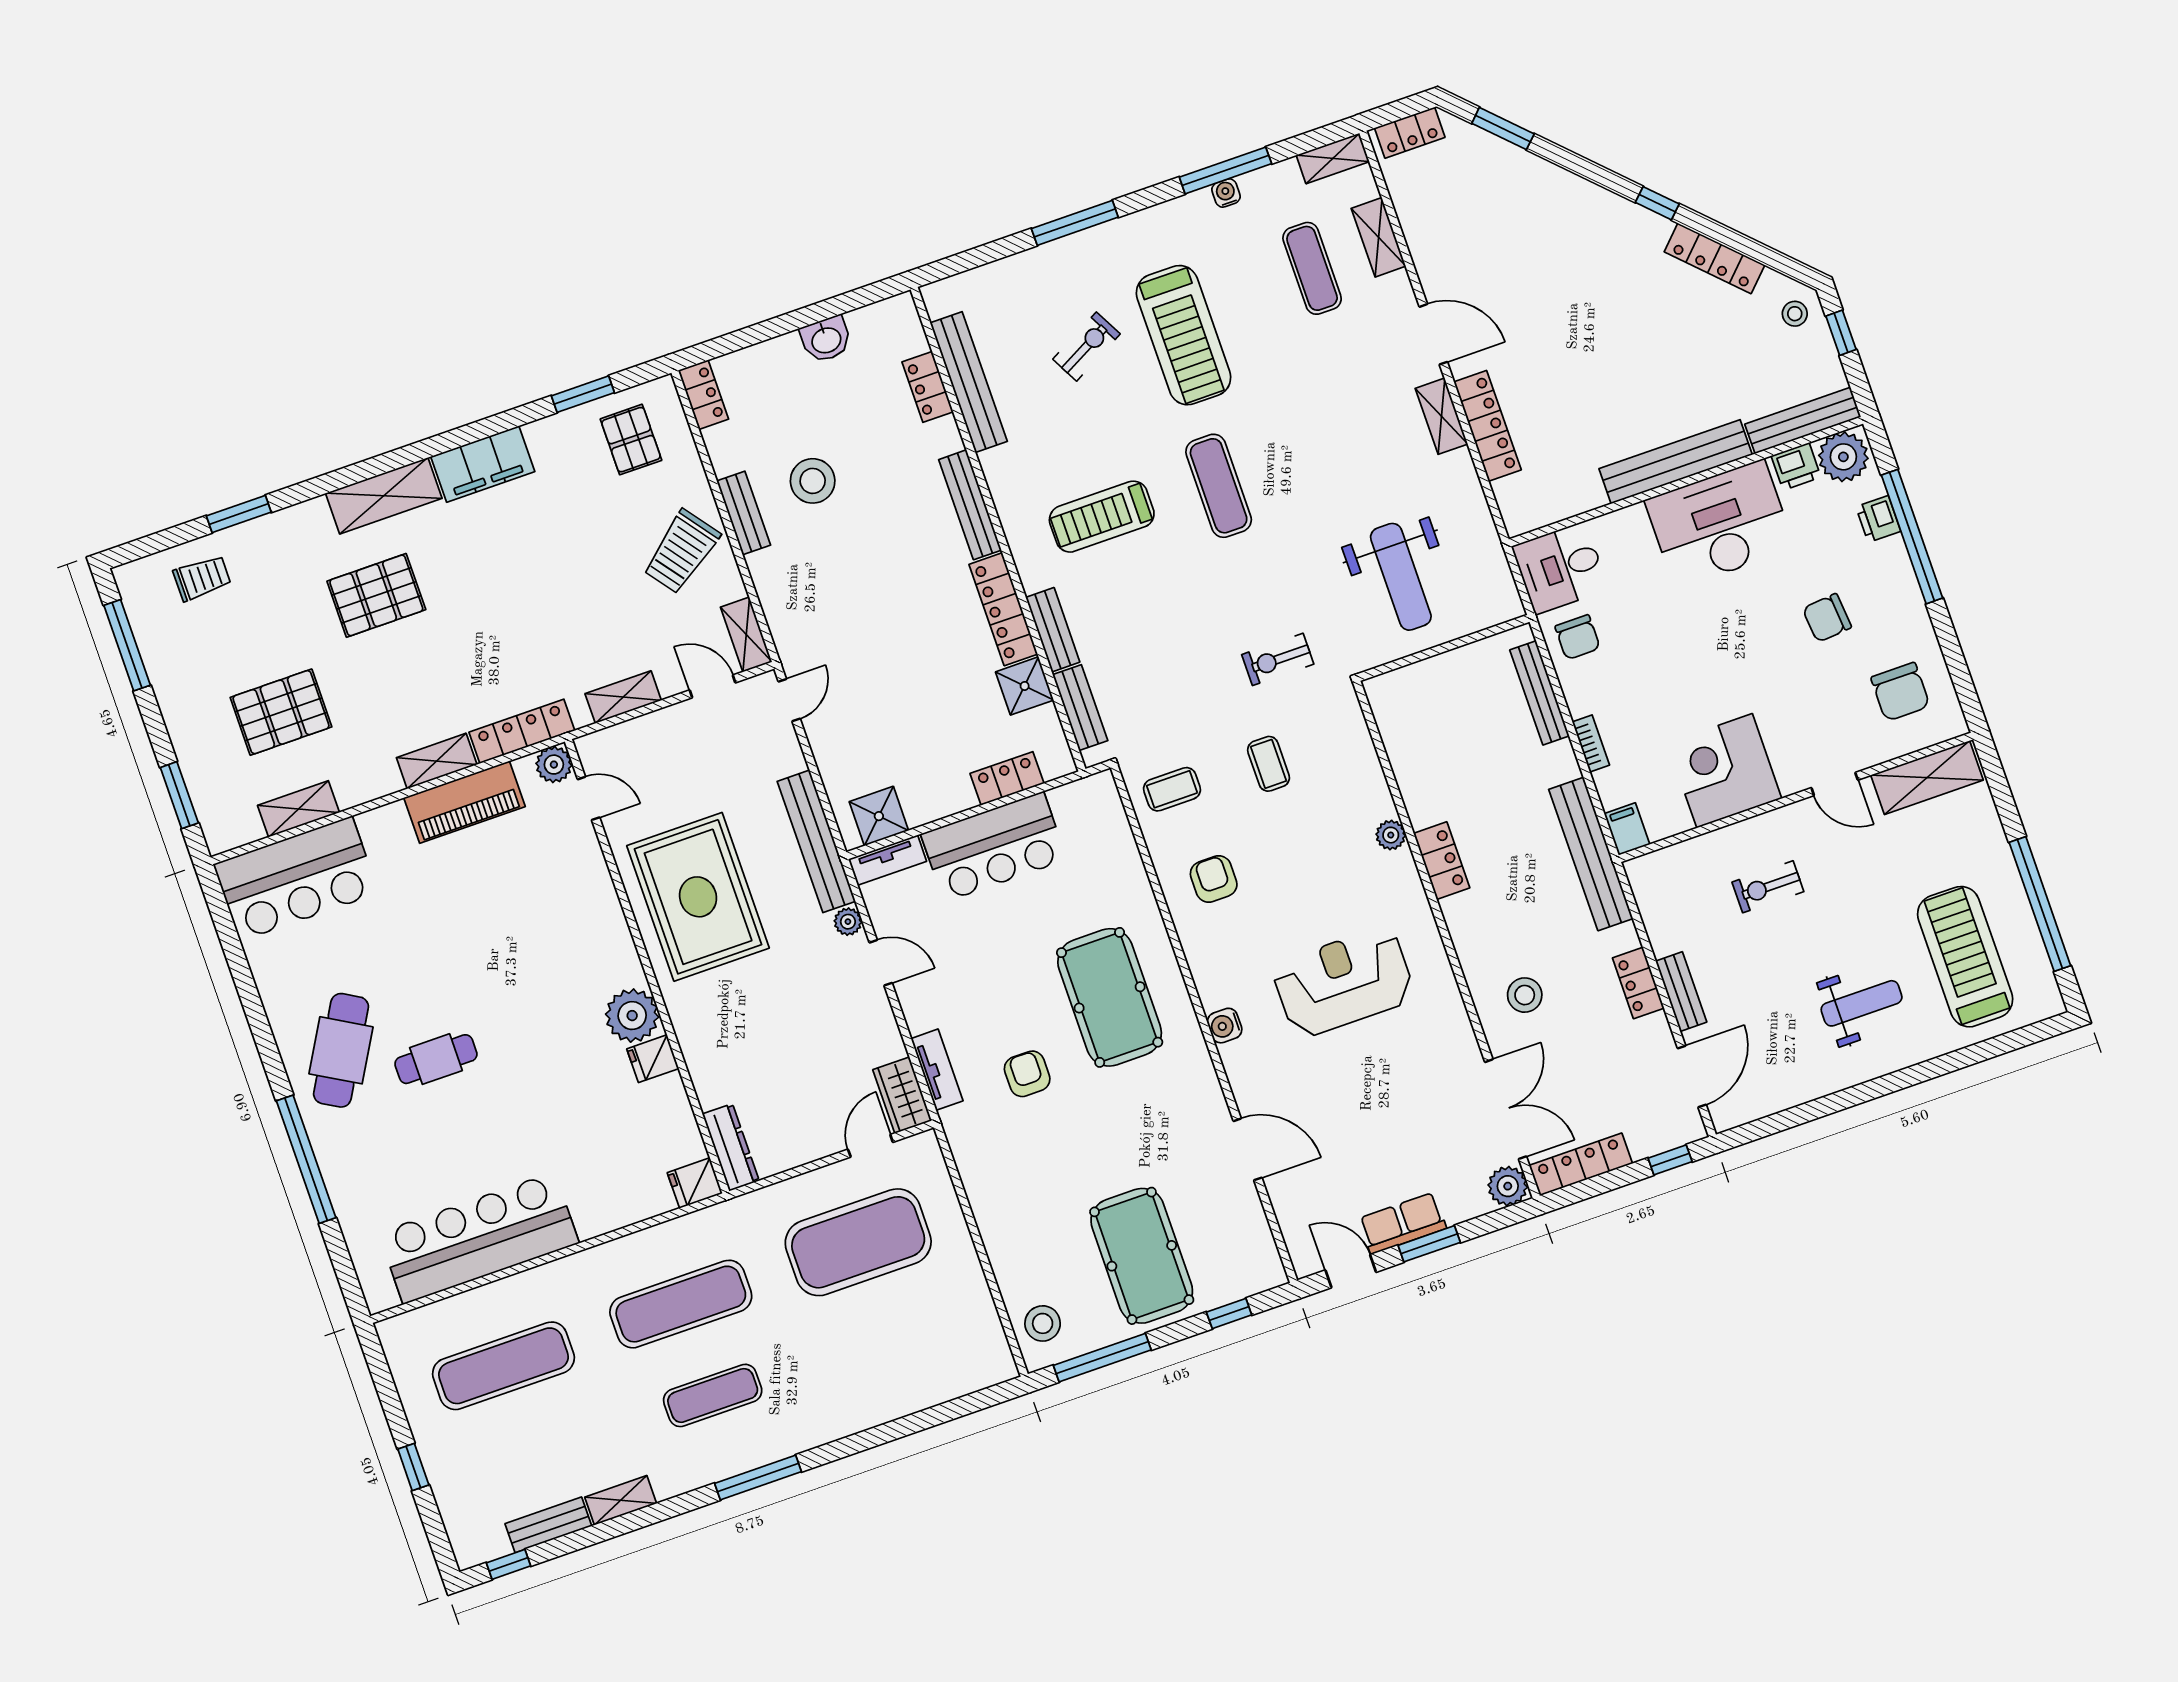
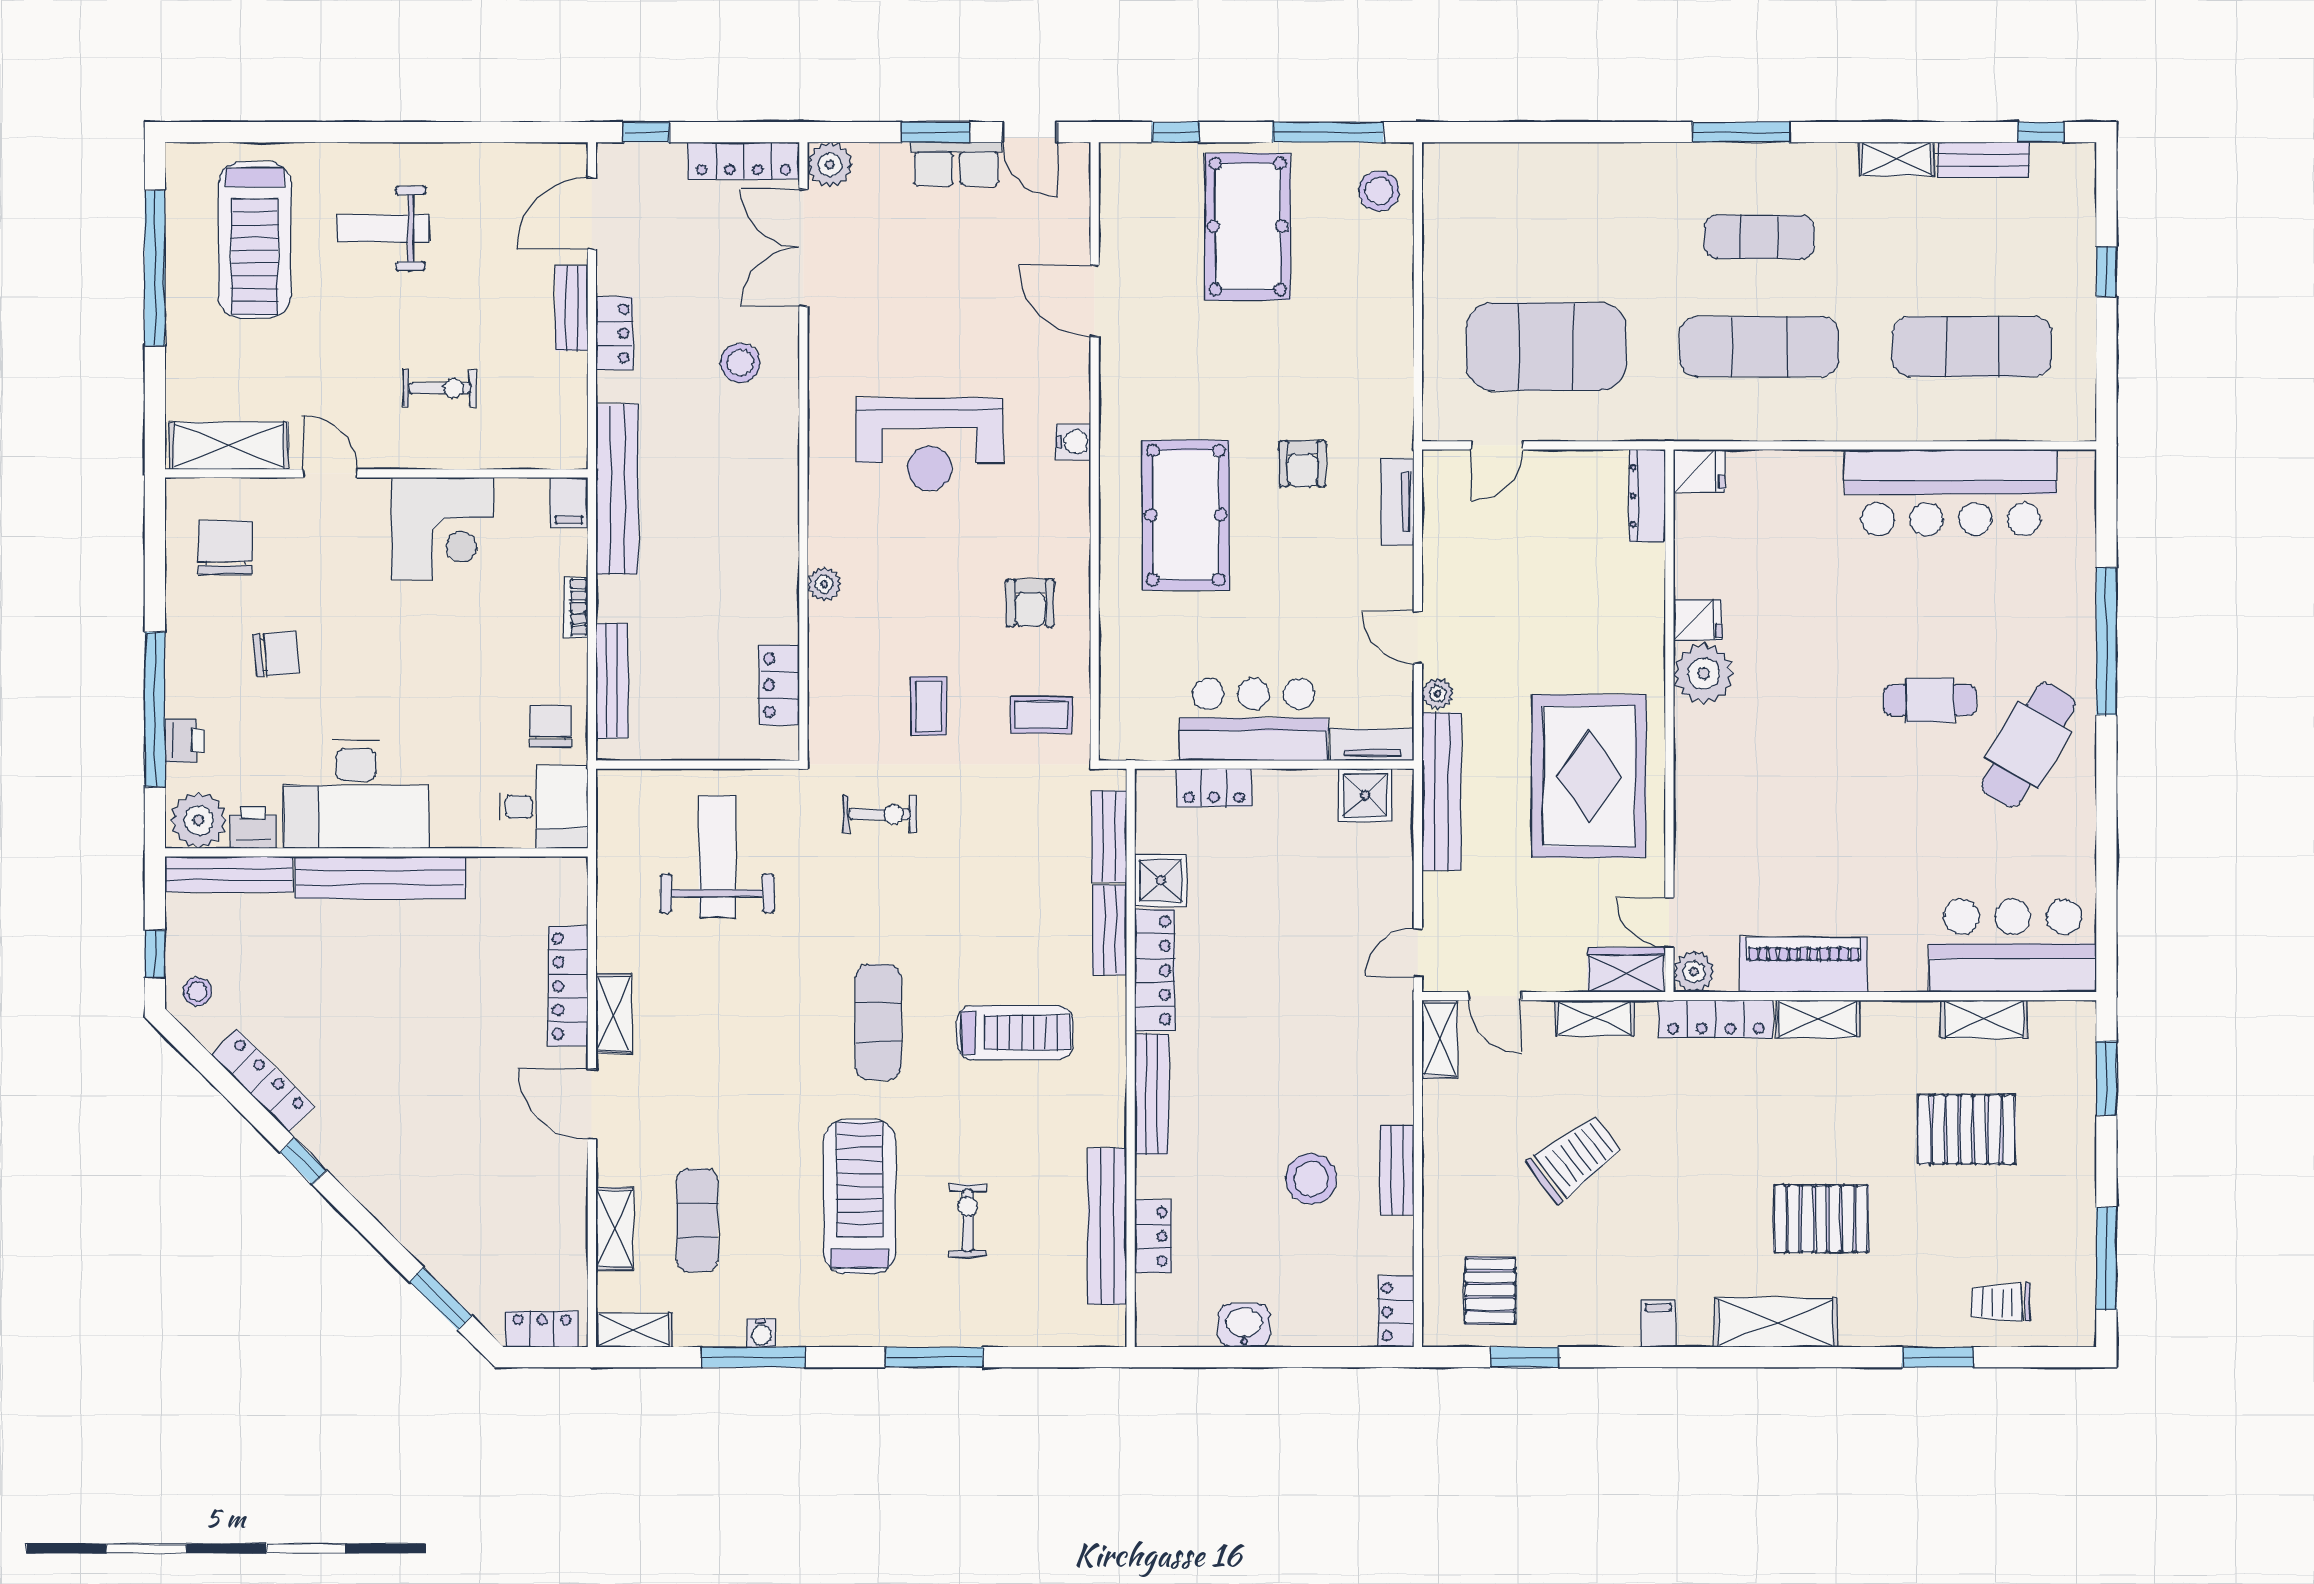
exercise bike: (1086, 347) -> (968, 1220), turned 118
filing cabinet: (483, 464) -> (1658, 1324), width x0.33, depth x0.86
trolley: (681, 552) -> (1575, 1158), moved
locker: (1442, 861) -> (779, 685), moved
wardrobe: (902, 1095) -> (1626, 970), moved, turned -90

